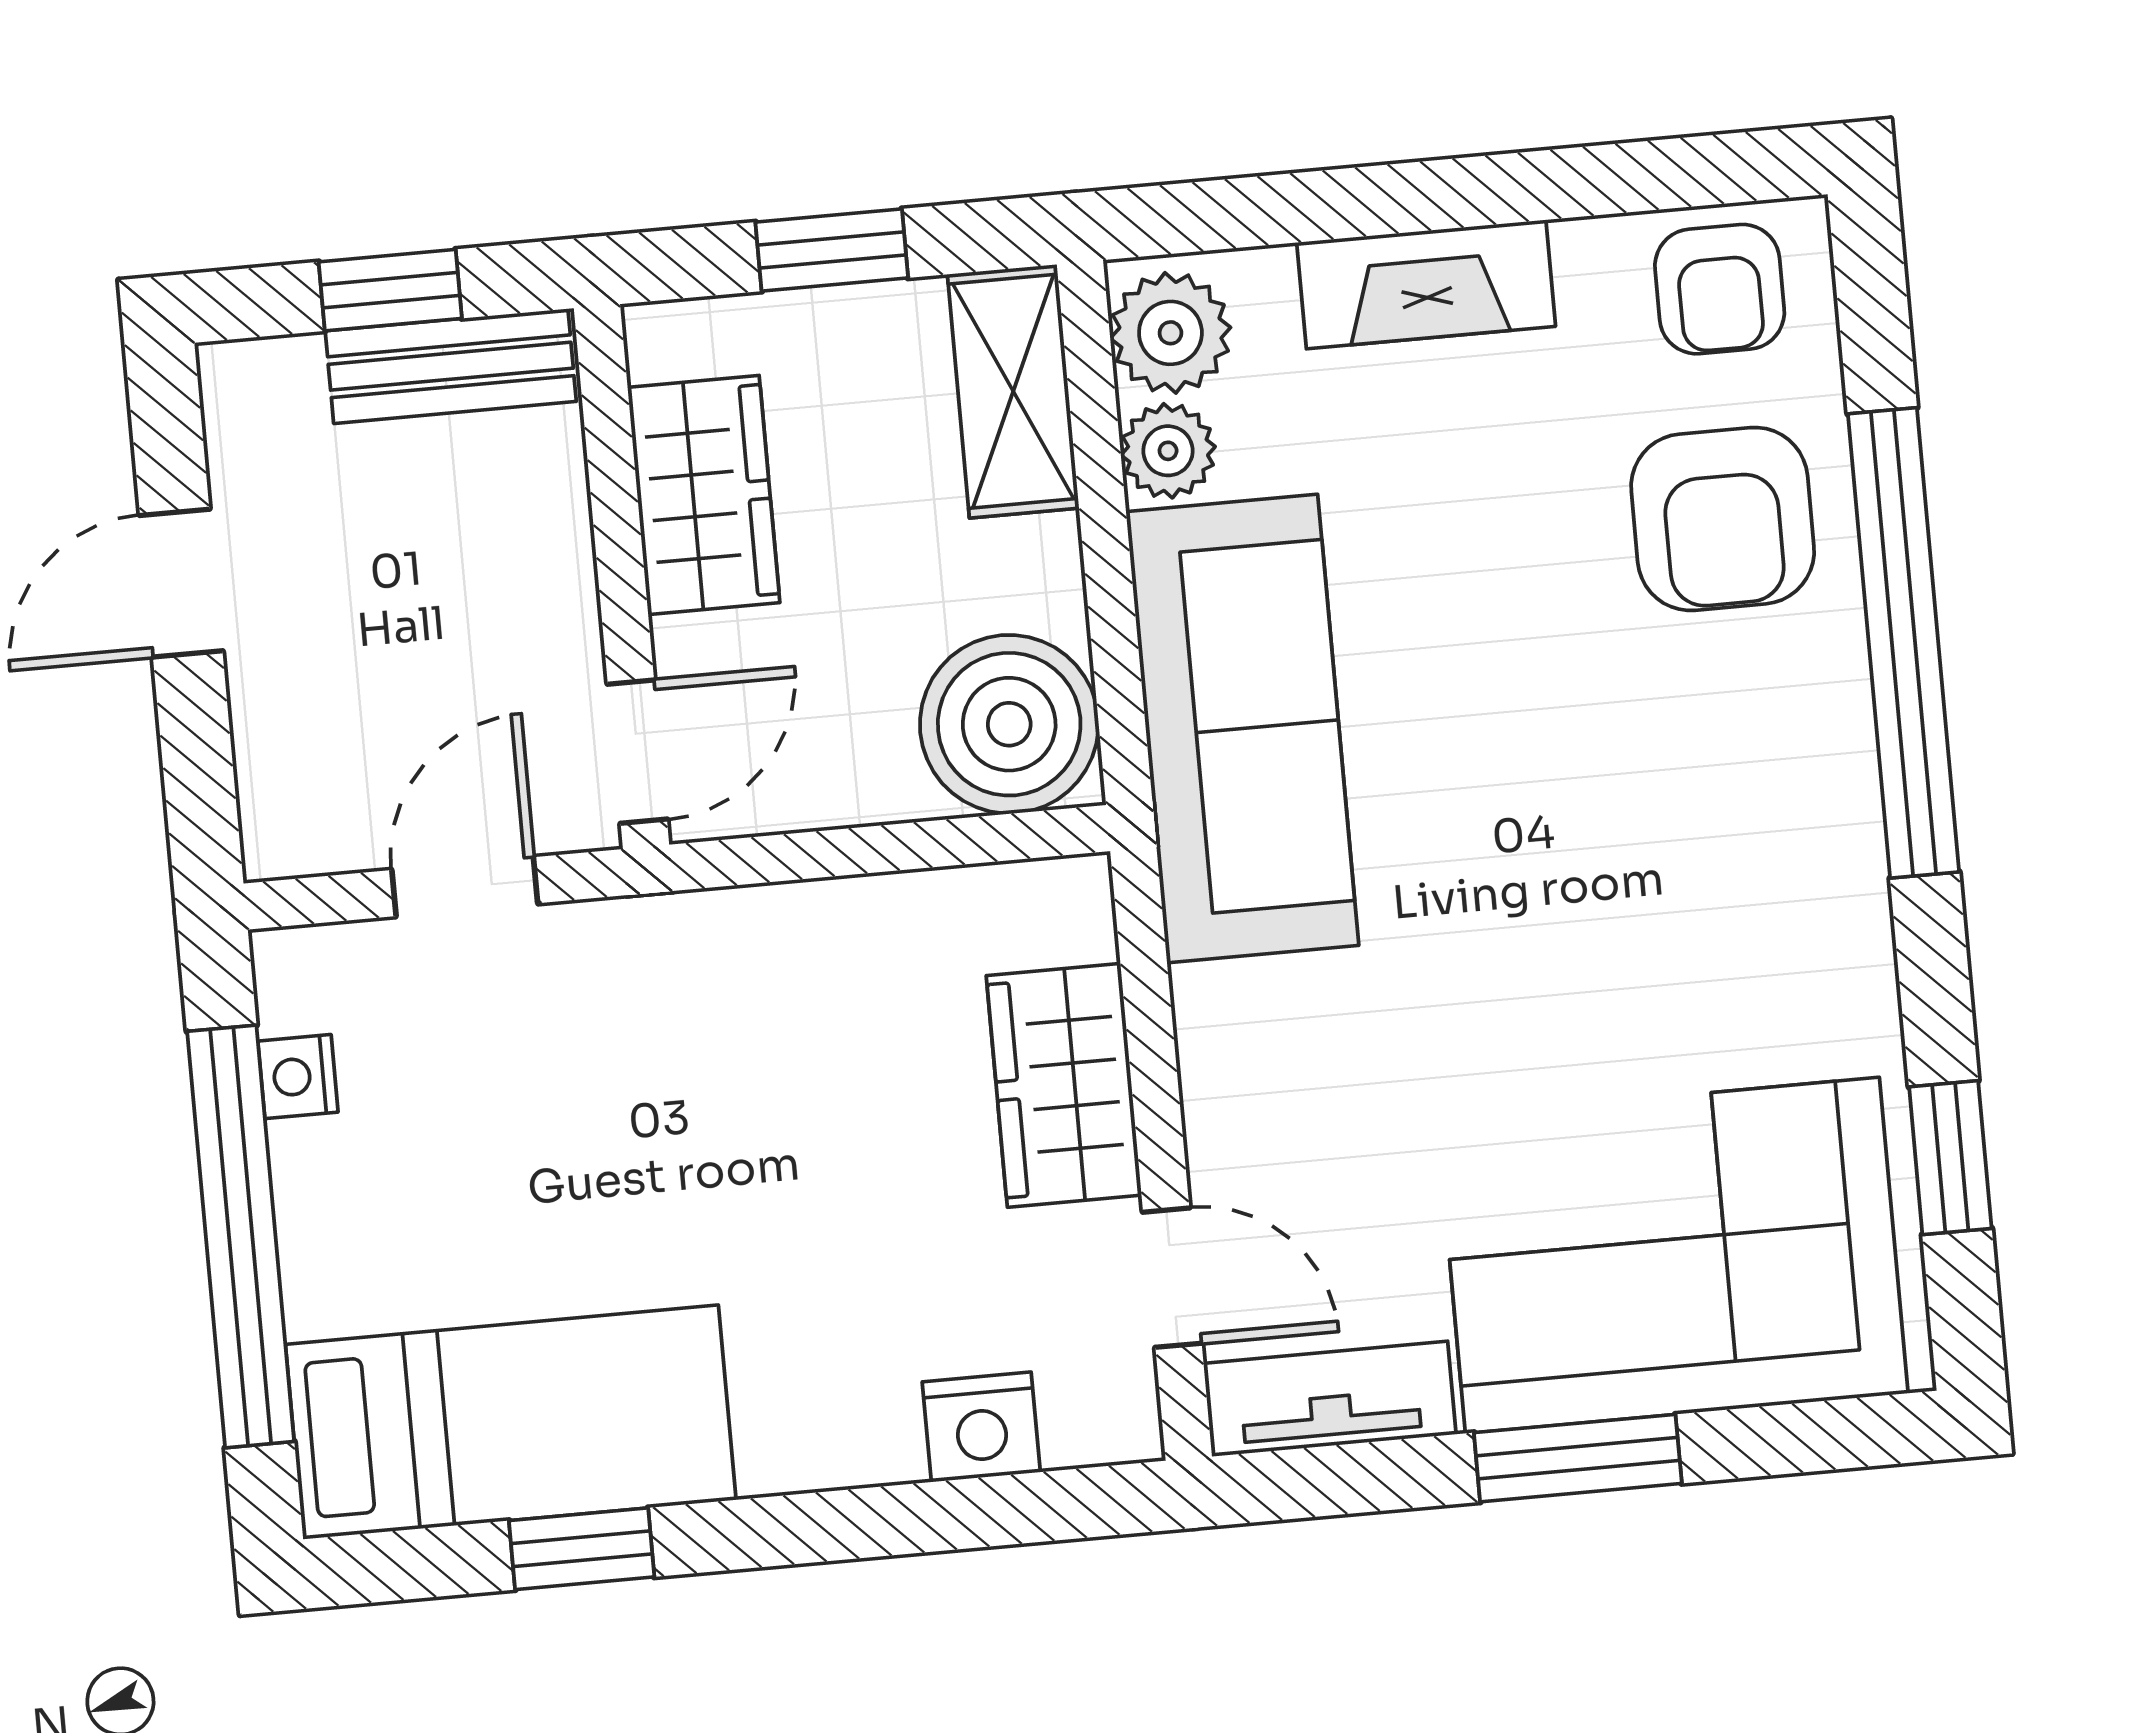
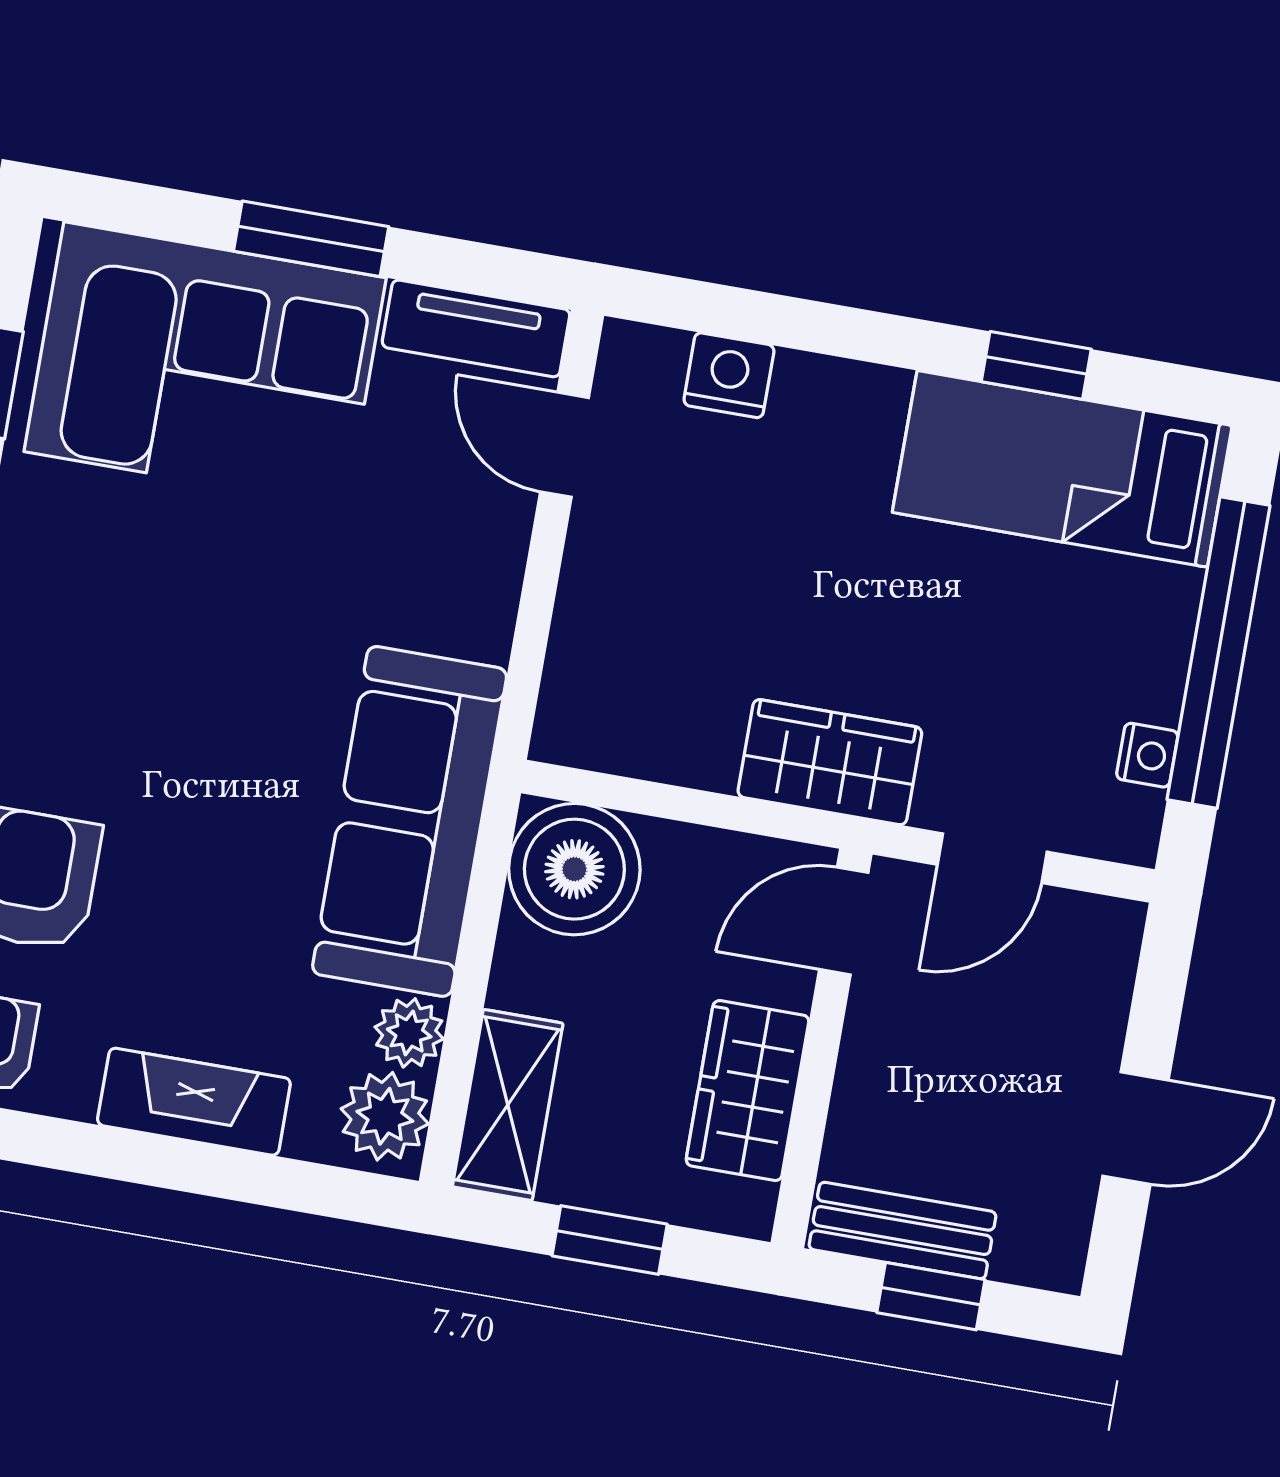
wardrobe: (1064, 1085) -> (830, 762), moved, turned -90

